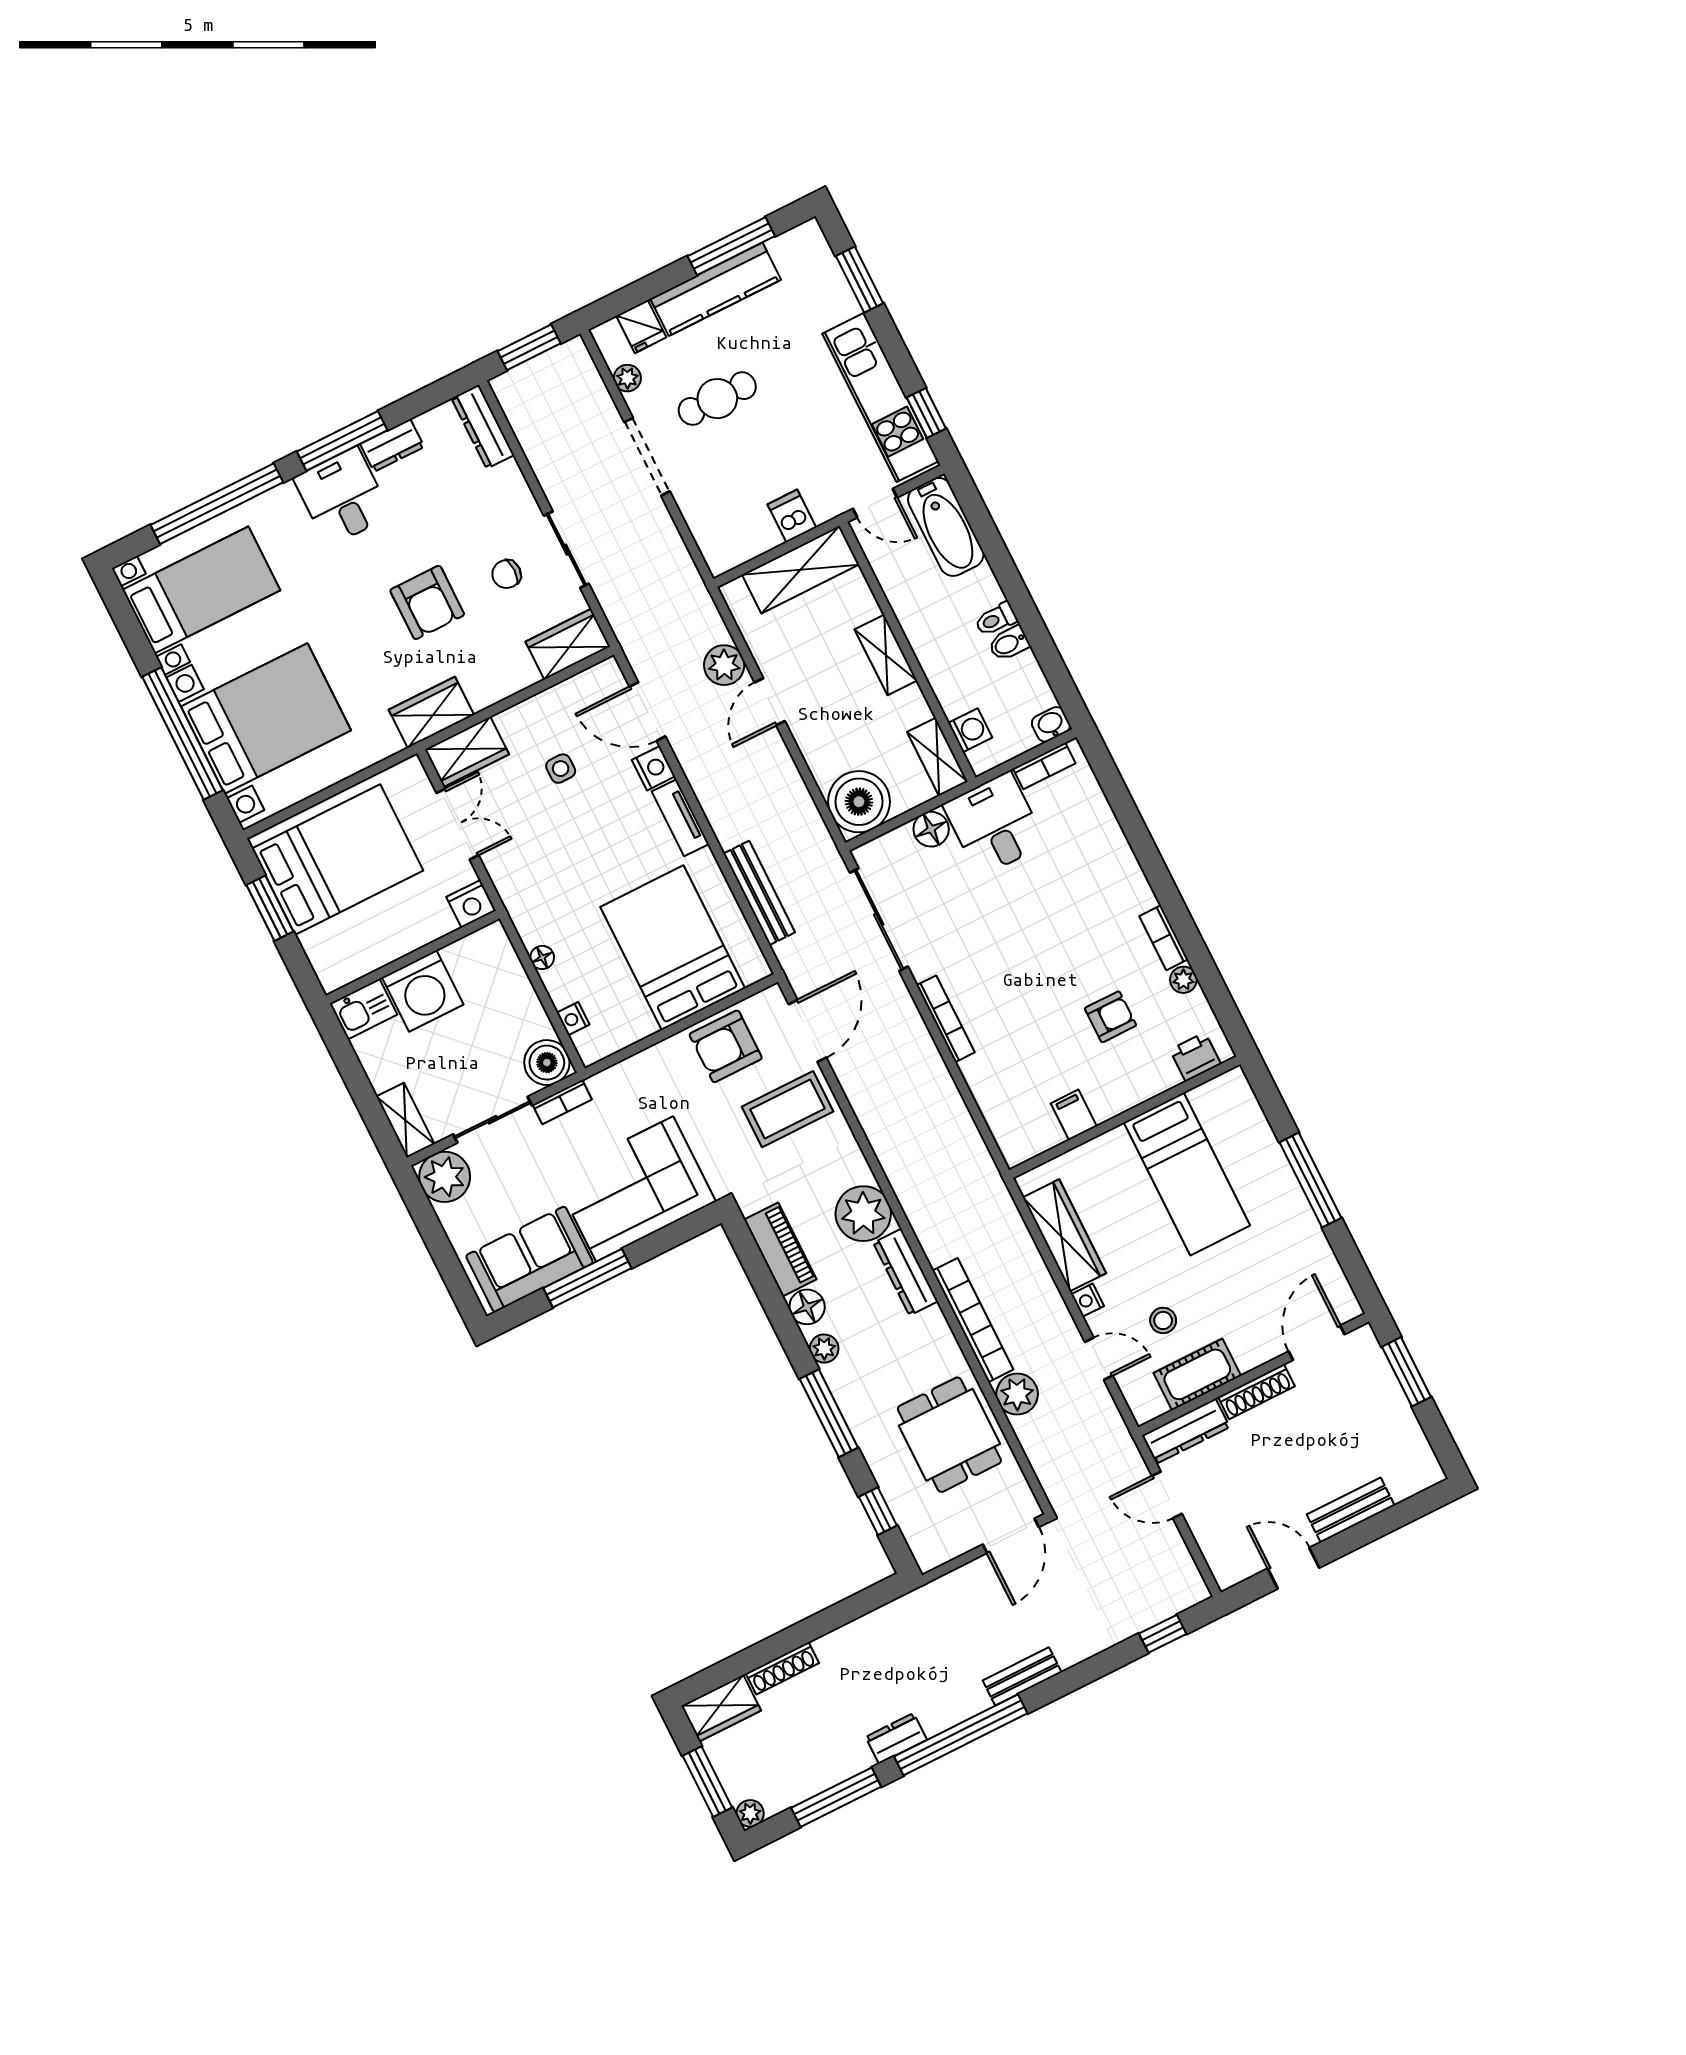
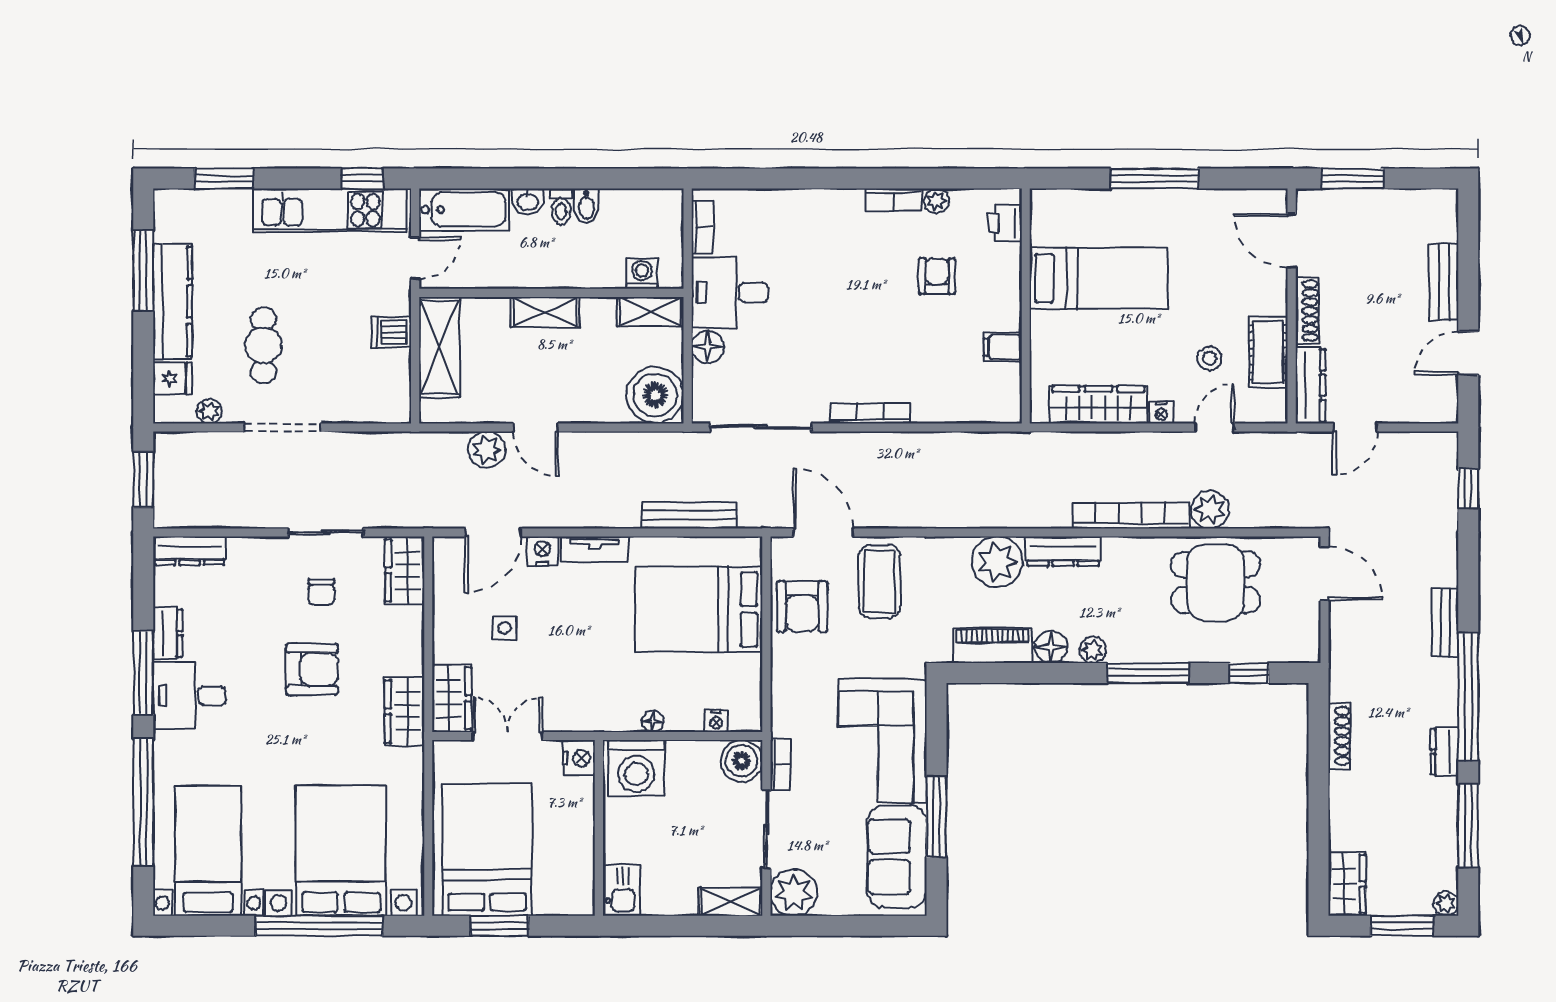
washbasin: (1051, 724) -> (528, 201), moved, turned -90
washing machine: (423, 991) -> (636, 768), moved, turned 90
shoe rack: (782, 1668) -> (1339, 736), moved

